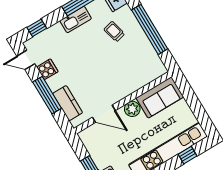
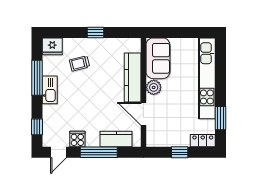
window: (150, 29) -> (96, 33), width x0.32
kitchen counter: (130, 85) -> (133, 77), added
door: (104, 114) -> (143, 114), swing flipped
window: (187, 155) -> (221, 64), removed

